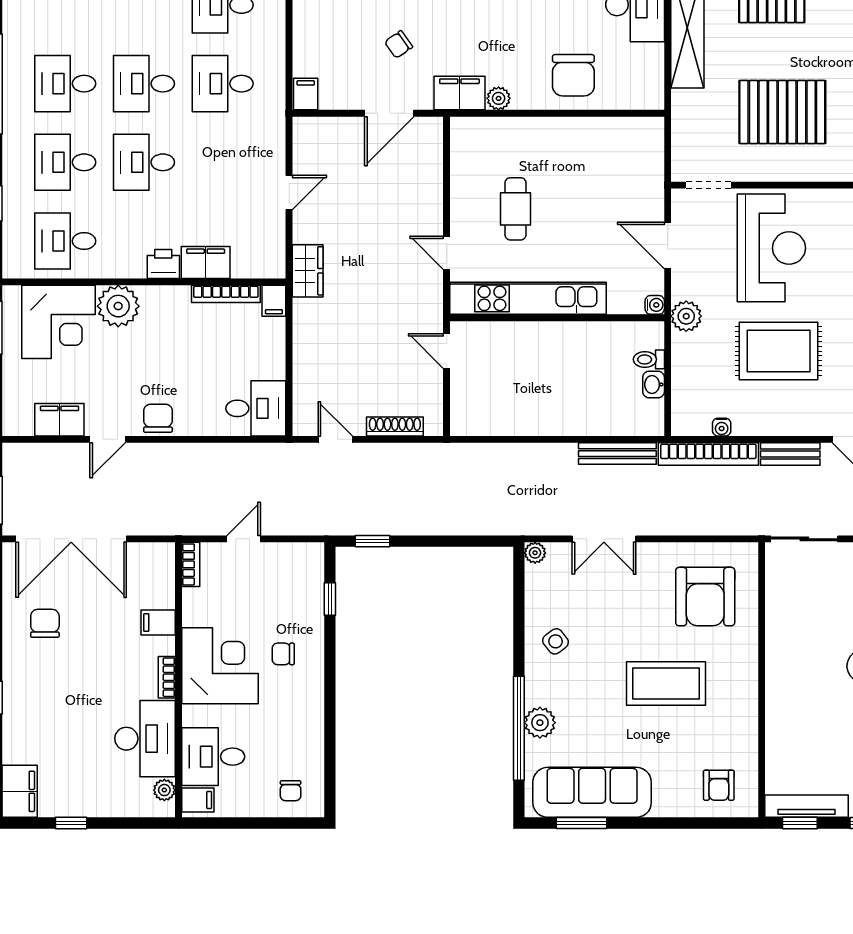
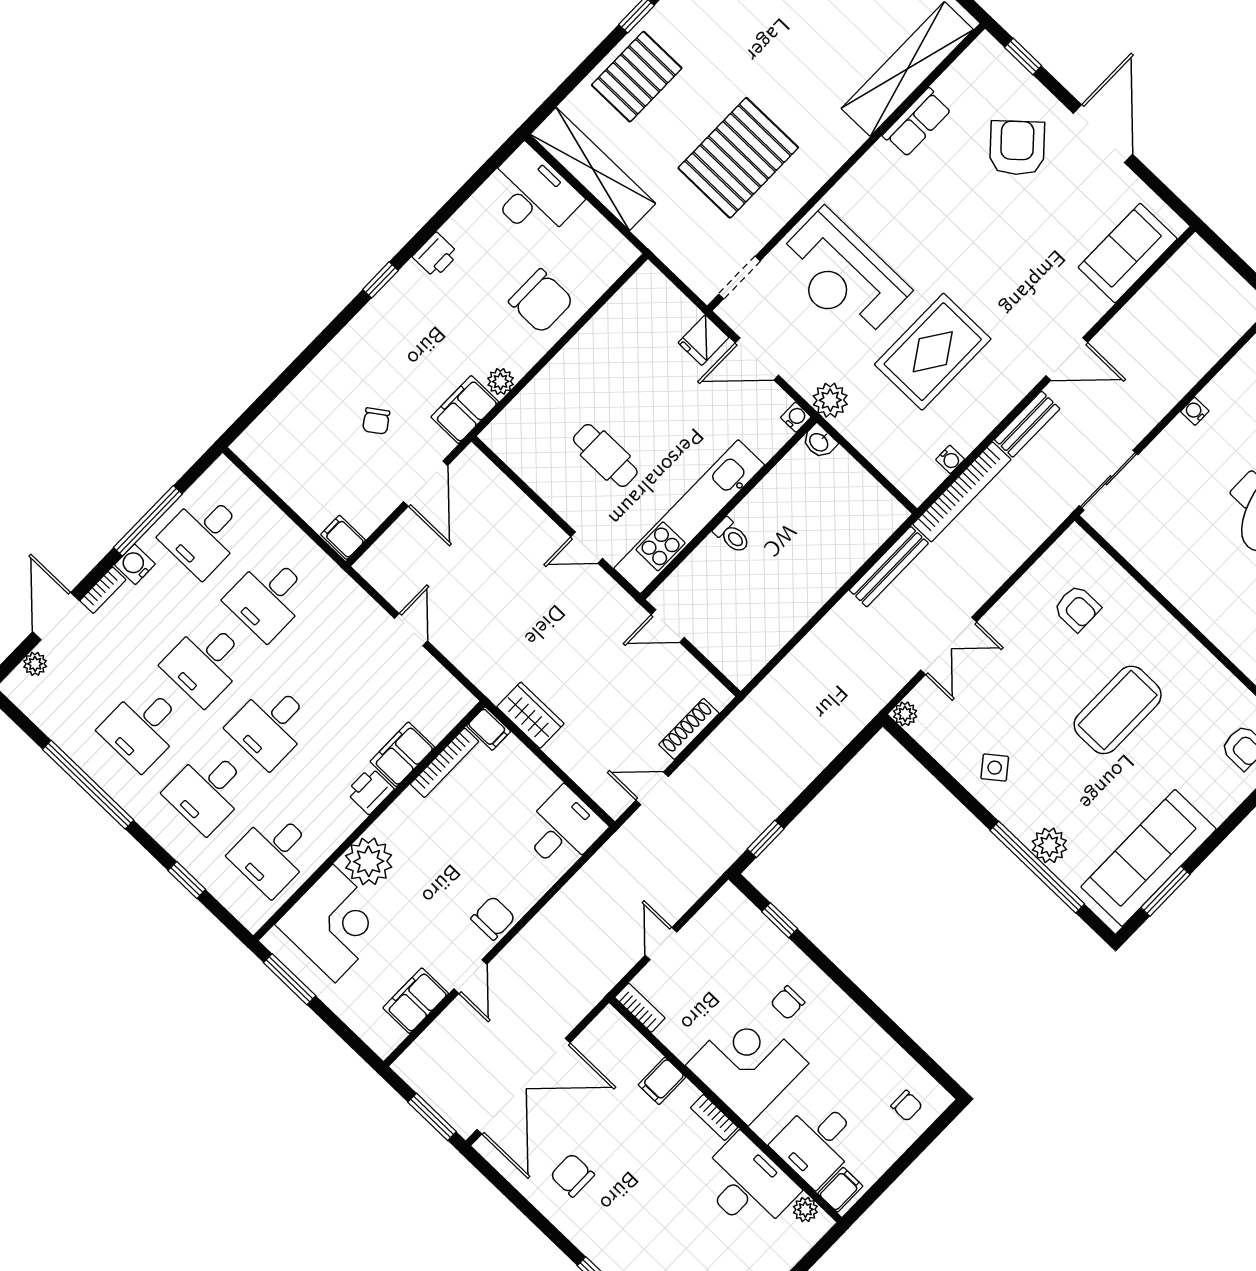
fridge: (647, 200) -> (703, 340), added
reception desk: (771, 248) -> (842, 275), turned 180
wardrobe: (308, 271) -> (530, 715), moved
toilet: (649, 359) -> (732, 536), moved, turned -90
washbasin: (654, 384) -> (819, 442), moved
chair: (158, 418) -> (493, 918), turned 90
armchair: (705, 597) -> (1077, 608), width x0.53, depth x0.53

